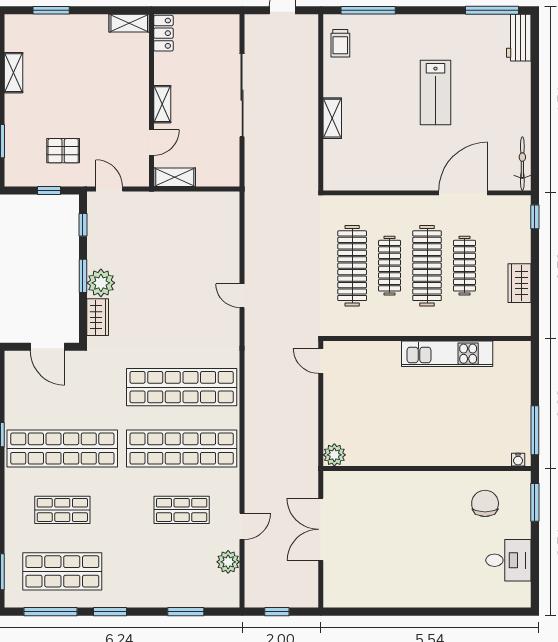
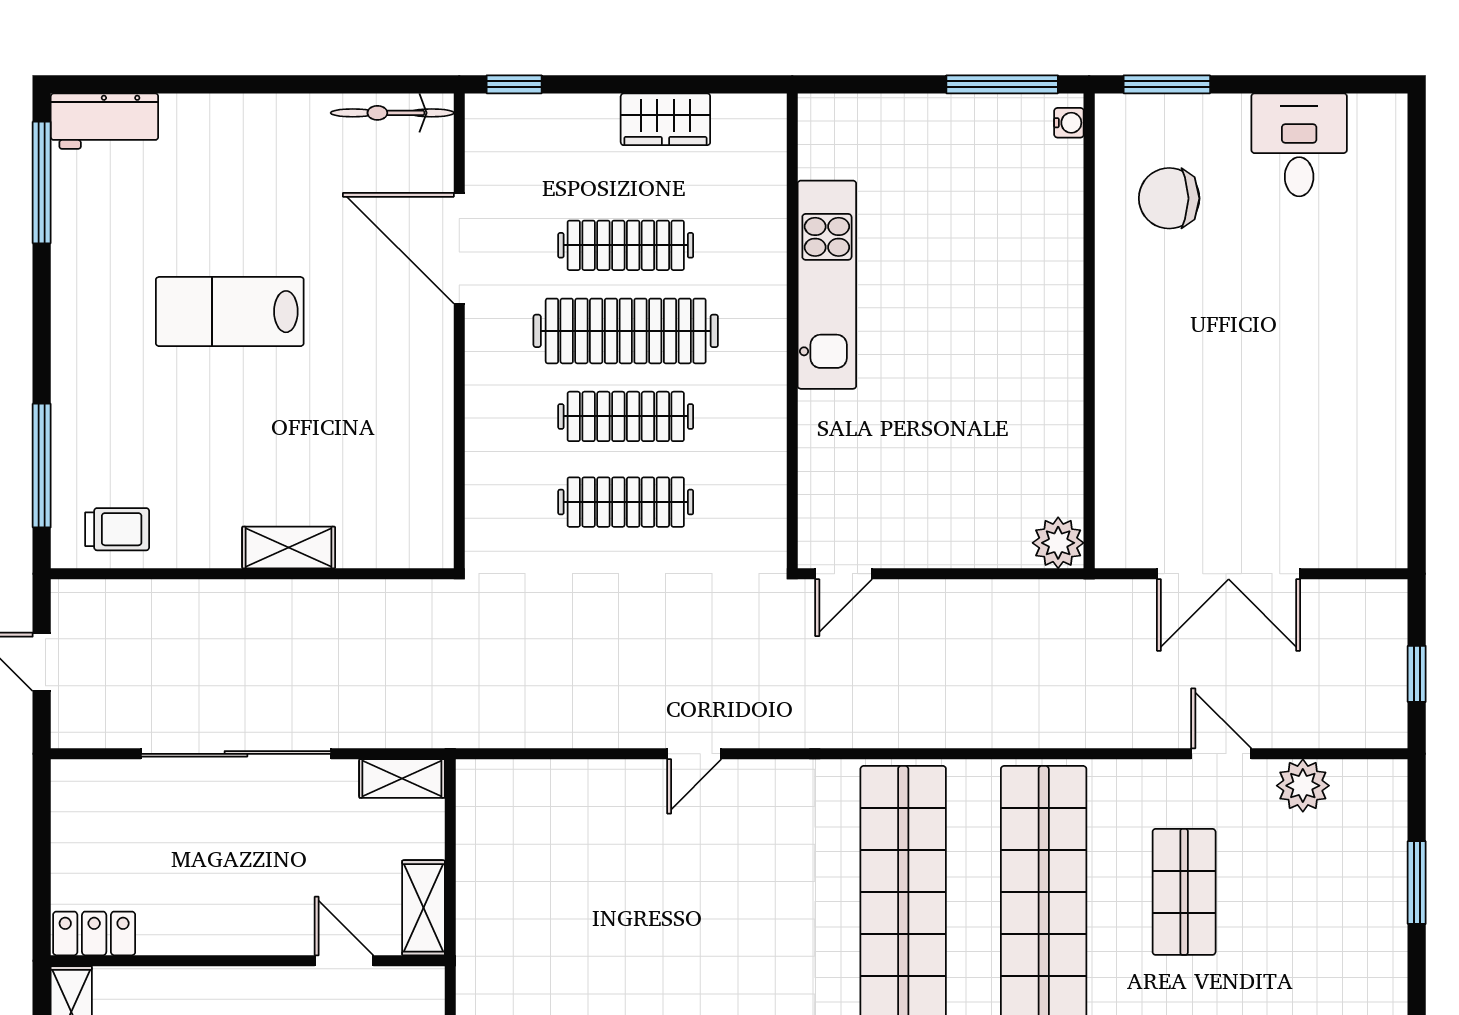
lab bench: (435, 92) -> (230, 312), turned 180
shelving: (162, 104) -> (402, 779), moved
clothes rail: (352, 266) -> (626, 502), width x0.73, depth x0.76

